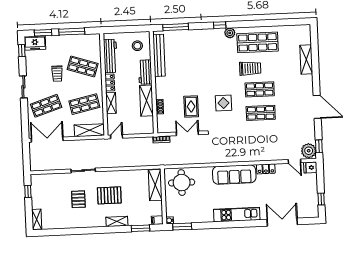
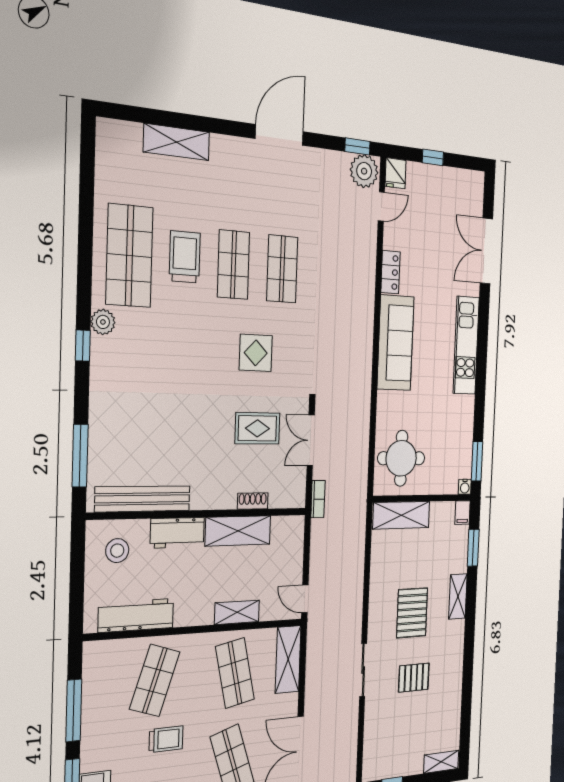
trolley: (250, 68) -> (185, 257), moved
locker: (110, 82) -> (194, 616), removed
window: (321, 199) -> (433, 157), moved

